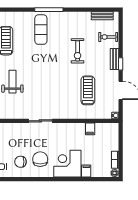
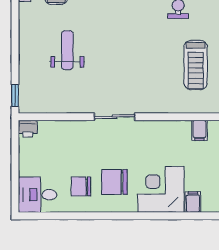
treadmill: (88, 90) -> (196, 65), turned 180
chair: (40, 159) -> (114, 182), turned -90

